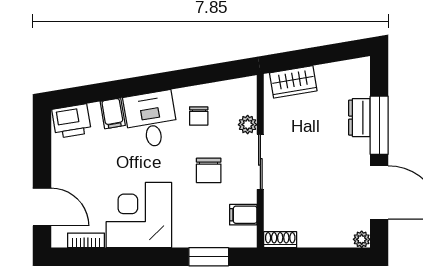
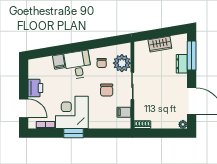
wardrobe: (293, 82) -> (160, 44), moved
printer: (72, 121) -> (35, 88), moved, turned -80
plant: (248, 125) -> (122, 63), width x1.88, depth x1.88
window: (379, 125) -> (192, 55), moved
window: (209, 257) -> (73, 133), moved

